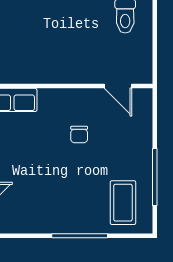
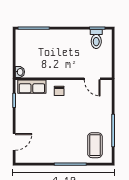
chair: (79, 134) -> (59, 91), moved

